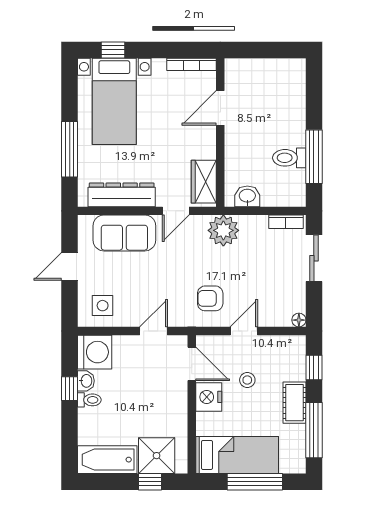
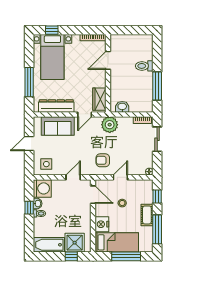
toilet: (289, 158) -> (144, 66), moved
nightstand: (209, 397) -> (102, 224), moved

